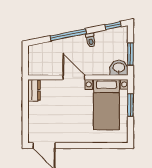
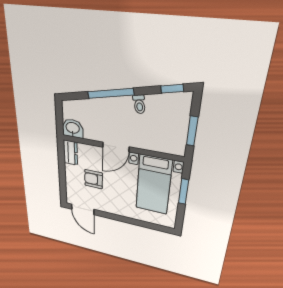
washbasin: (119, 68) -> (73, 128), moved
door: (74, 77) -> (116, 147), swing flipped
armchair: (55, 111) -> (94, 179), added

